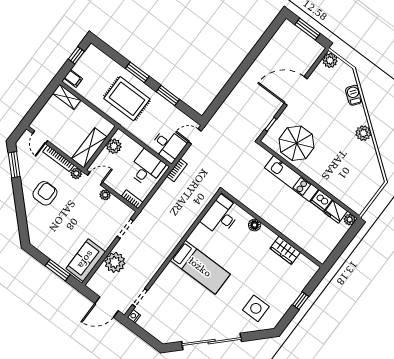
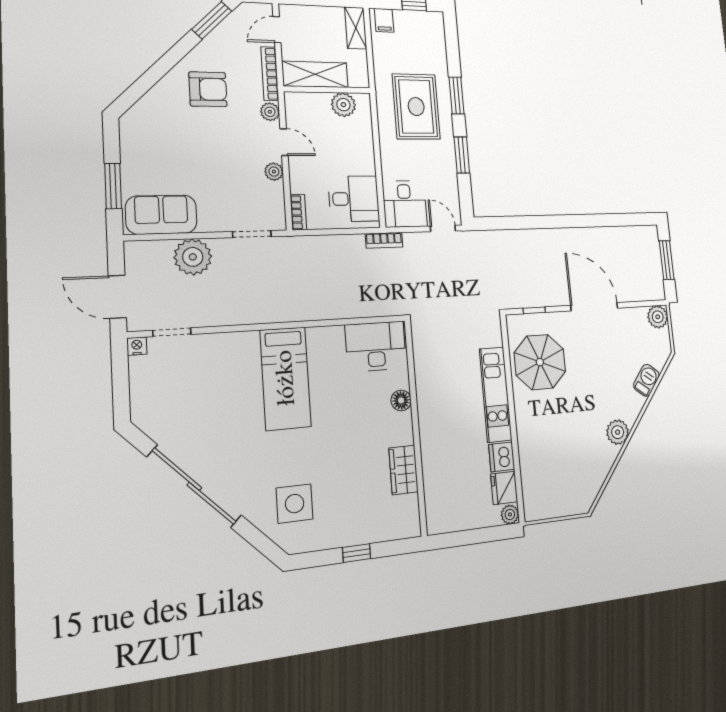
plant: (114, 146) -> (343, 105), moved
shelving: (89, 148) -> (315, 74), moved
wall: (101, 148) -> (327, 90), moved

